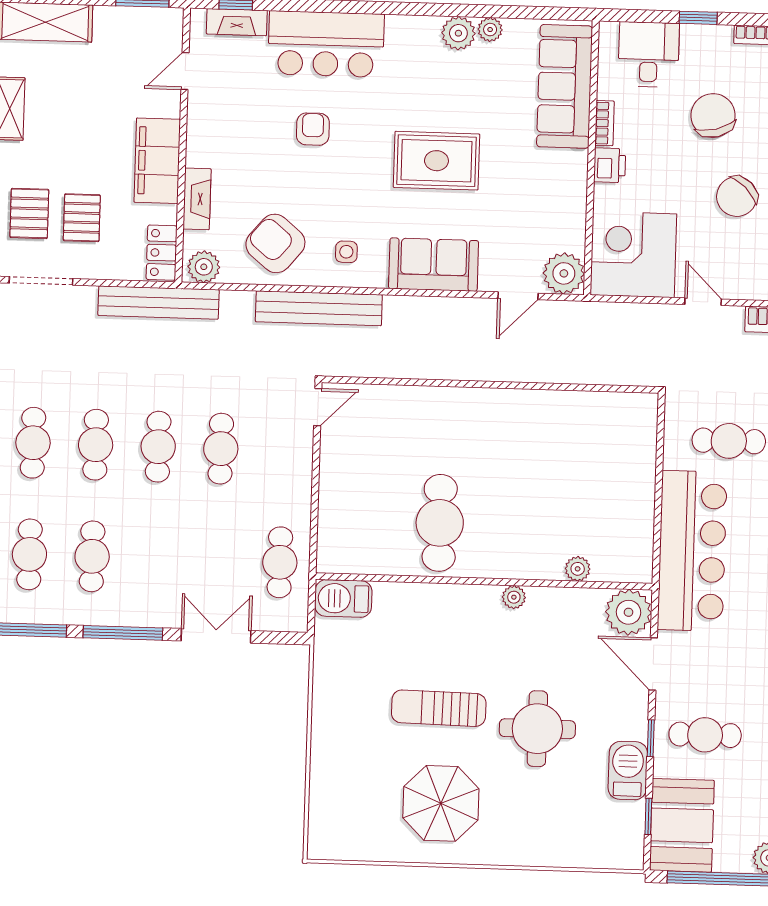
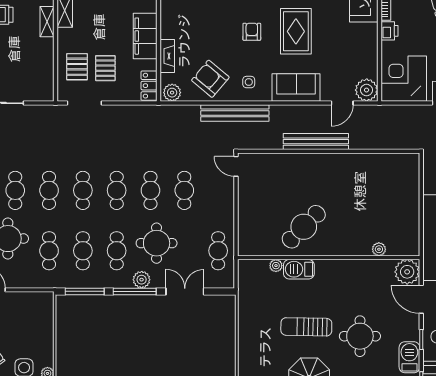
armchair: (313, 129) -> (252, 32), moved
rug: (436, 161) -> (296, 31), turned 90
bench: (159, 303) -> (316, 142), moved
door: (318, 407) -> (236, 166), swing flipped
cafe table: (440, 523) -> (304, 227), turned 45
round table: (166, 545) -> (157, 243), added
plant: (514, 597) -> (276, 266), moved
barbecue: (343, 599) -> (299, 269), moved
plant: (136, 611) -> (142, 280), added

